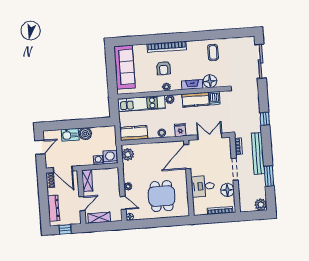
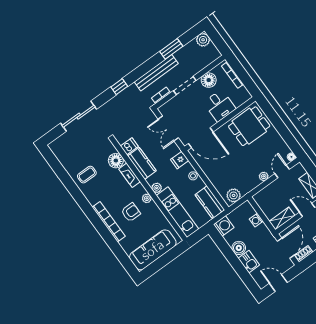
sliding door: (260, 61) -> (79, 116), moved
washing machine: (110, 157) -> (224, 226), moved, turned 180
dining table: (162, 196) -> (249, 126), moved

